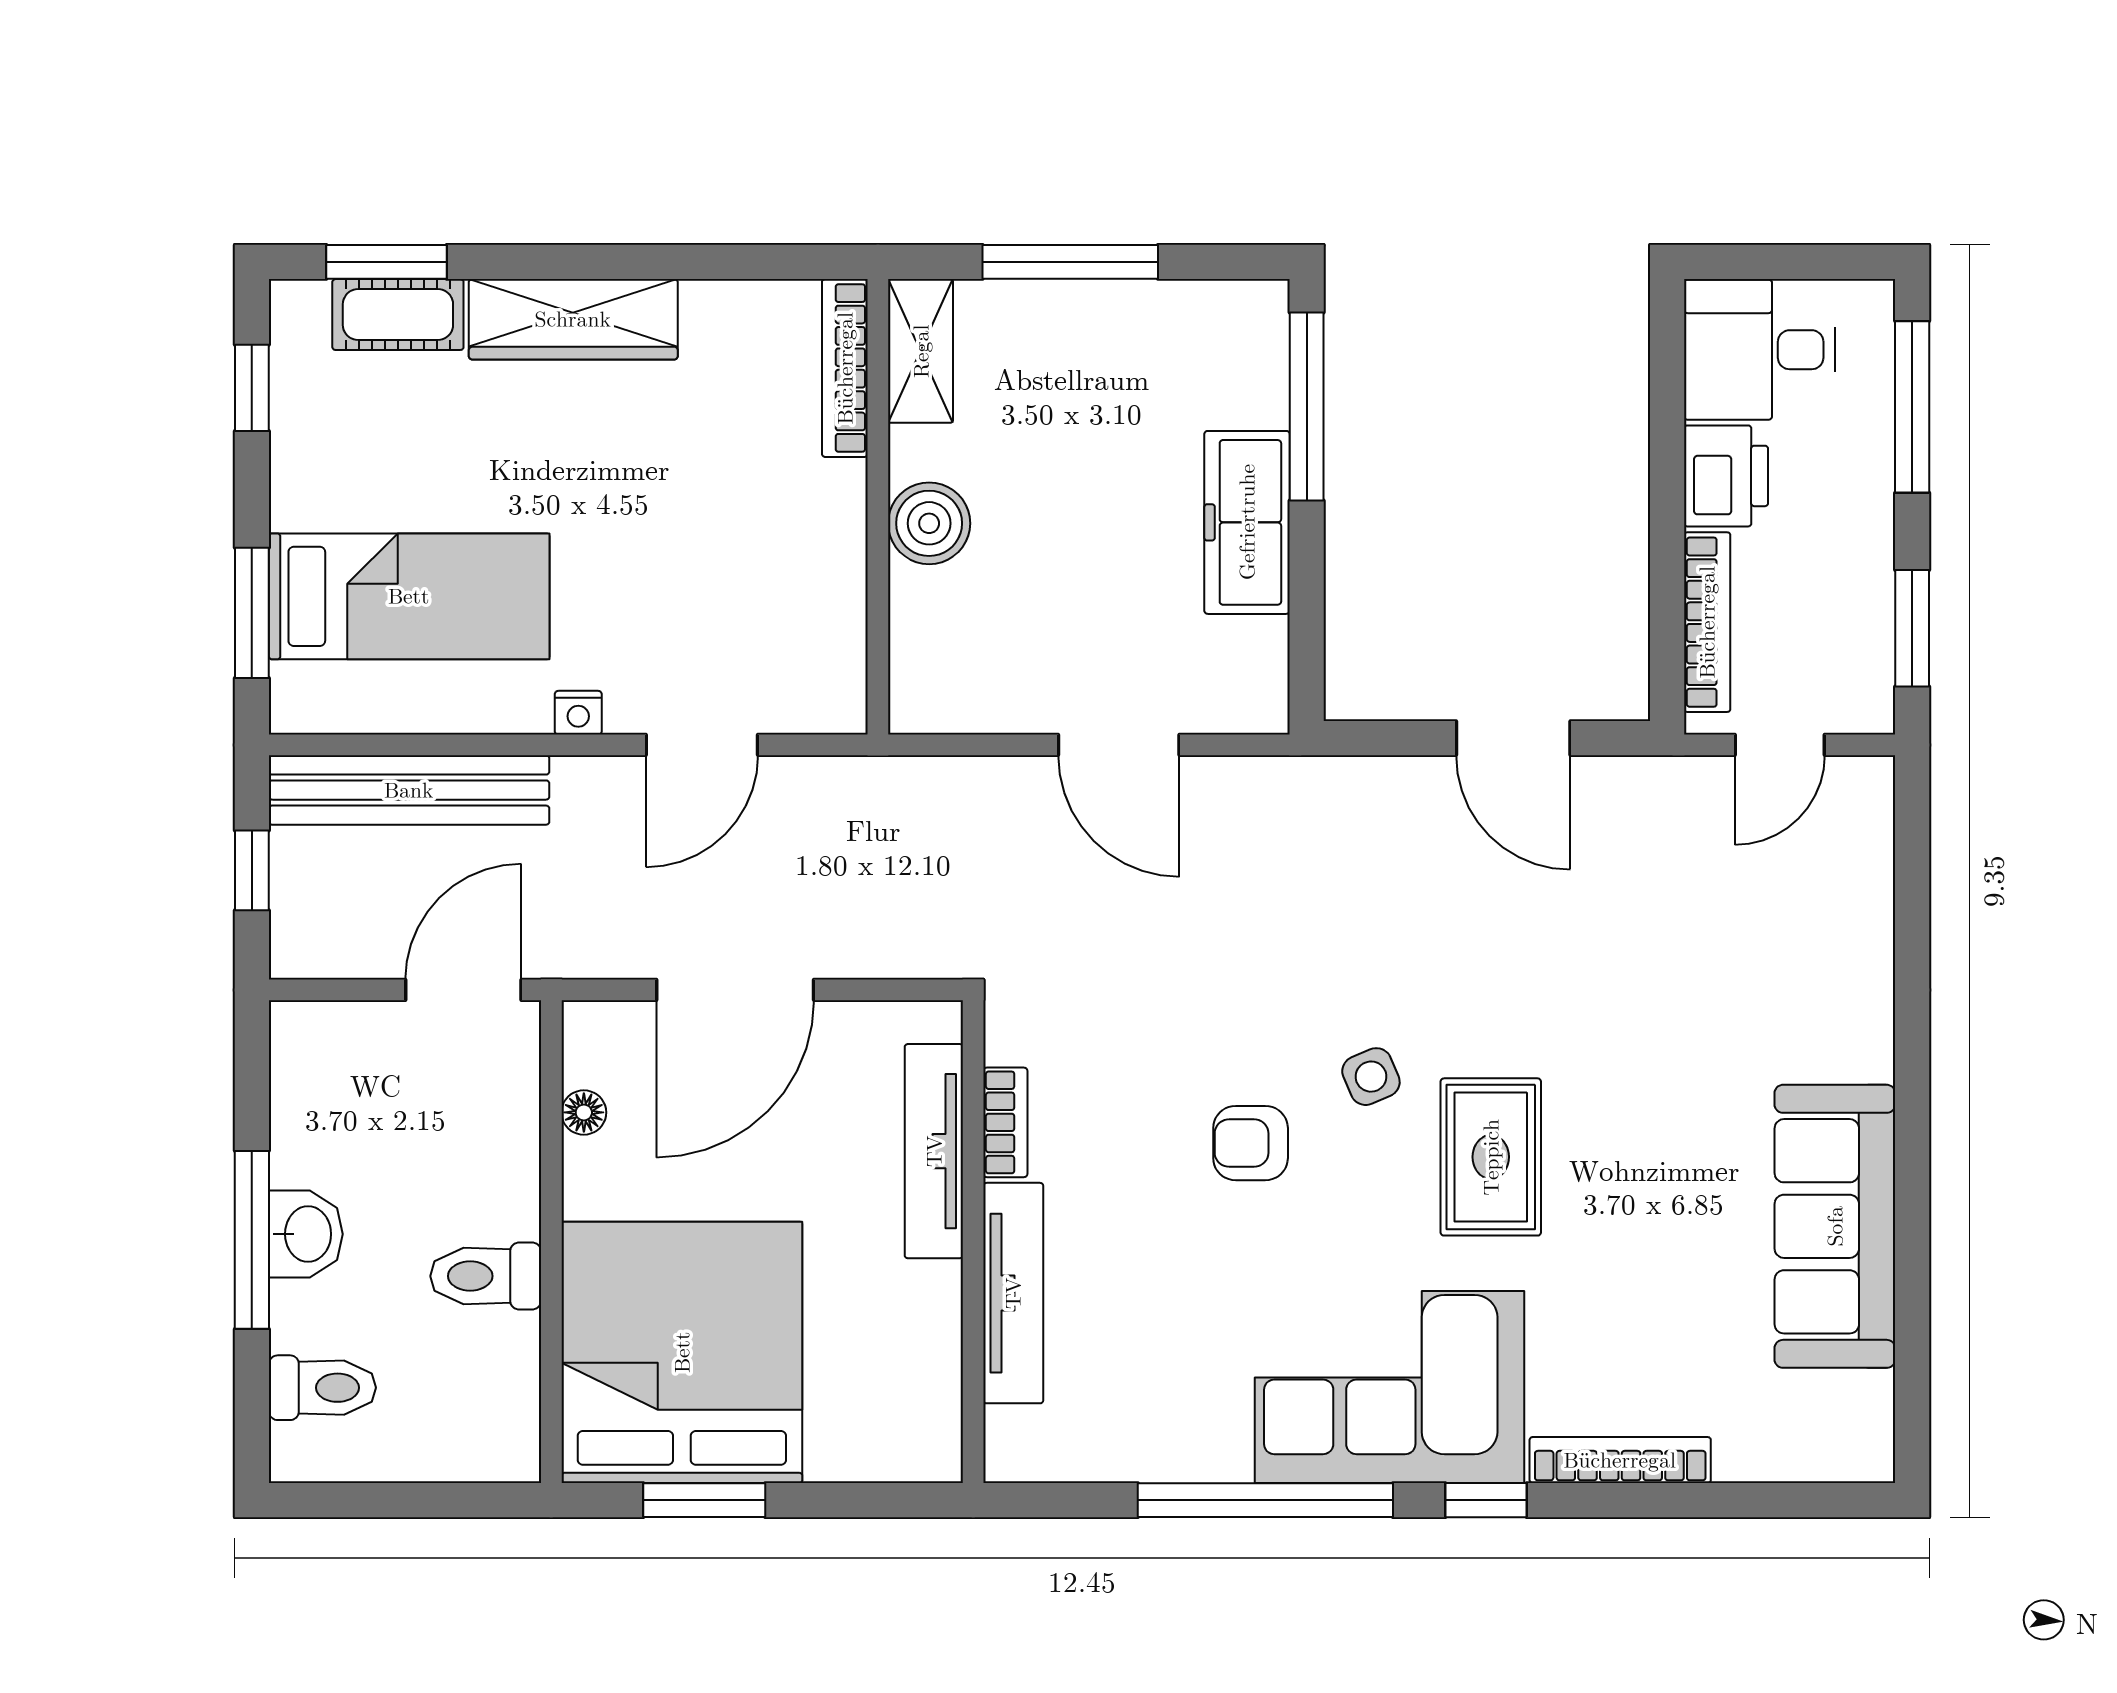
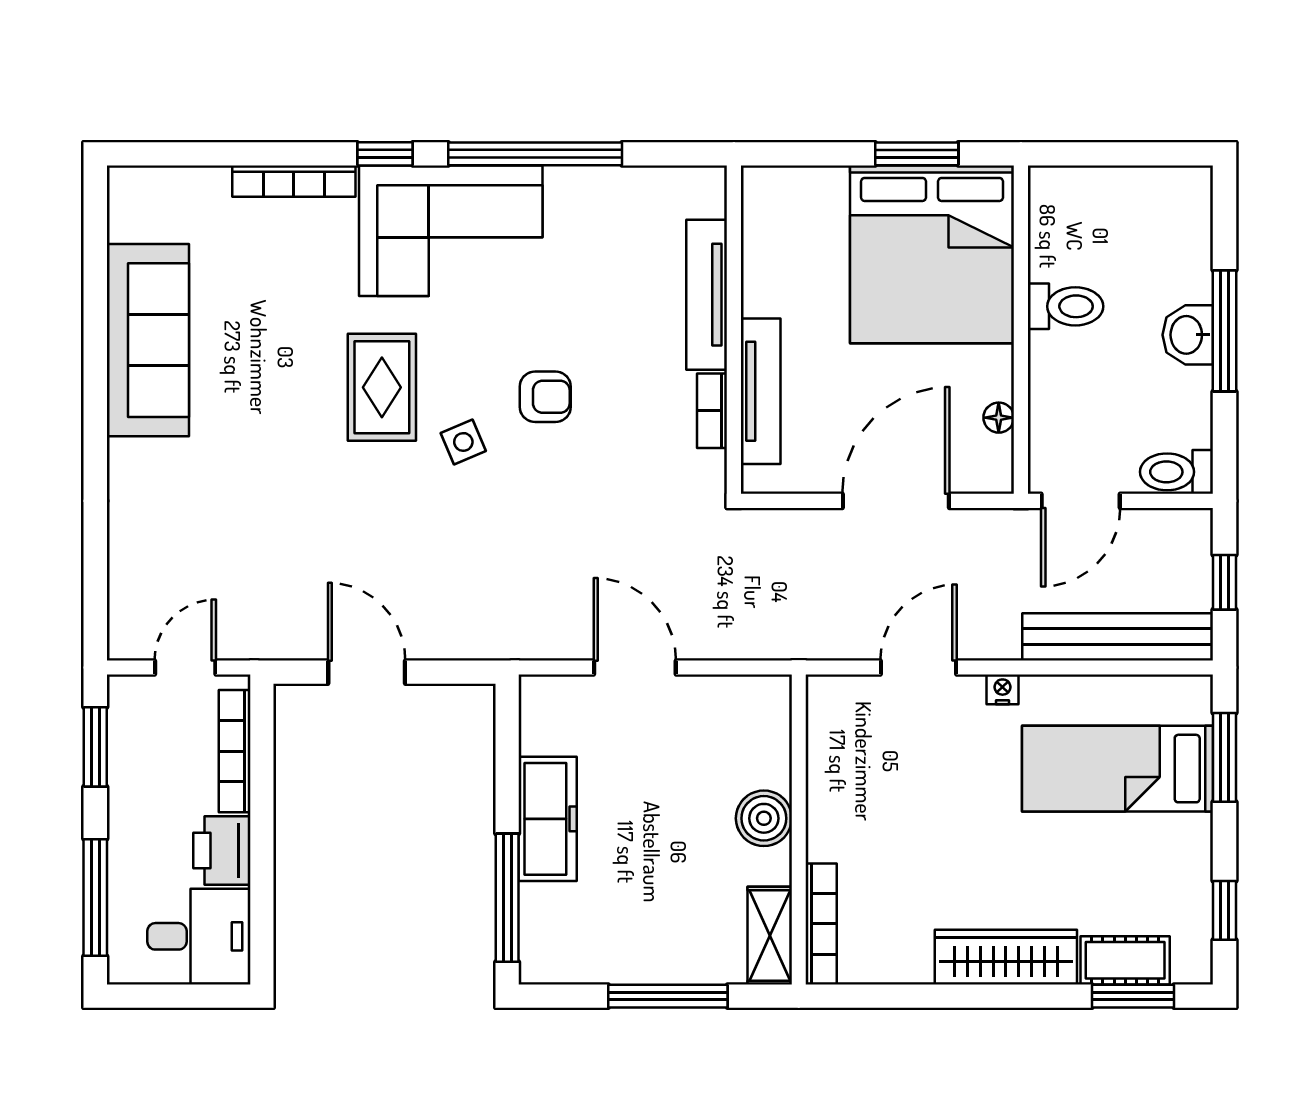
toilet: (322, 1388) -> (1177, 472), moved

